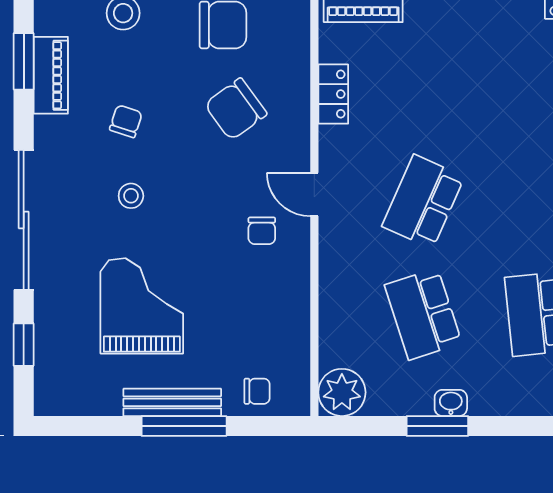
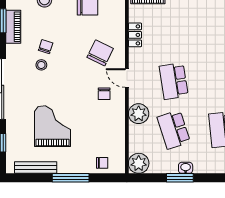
chair: (236, 109) -> (100, 53), moved, turned 152
stool: (131, 196) -> (41, 65), moved
school desk: (423, 201) -> (174, 81), turned -33
plant: (342, 277) -> (139, 114), added
bench: (172, 402) -> (36, 168), moved

